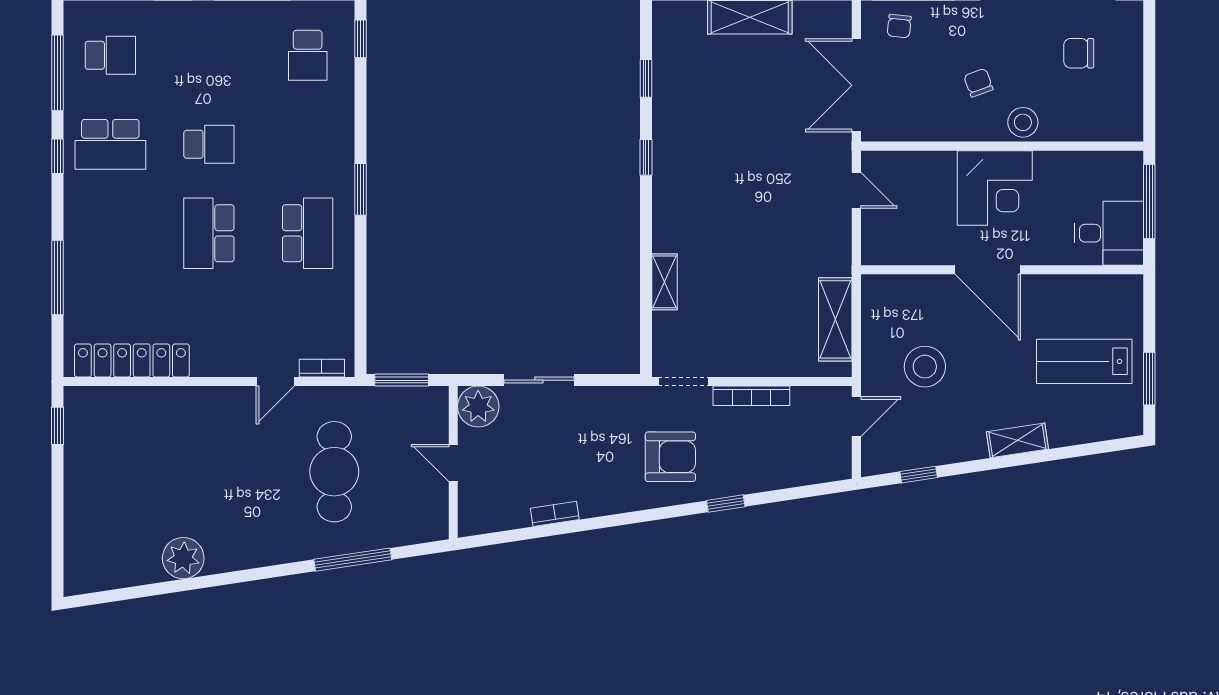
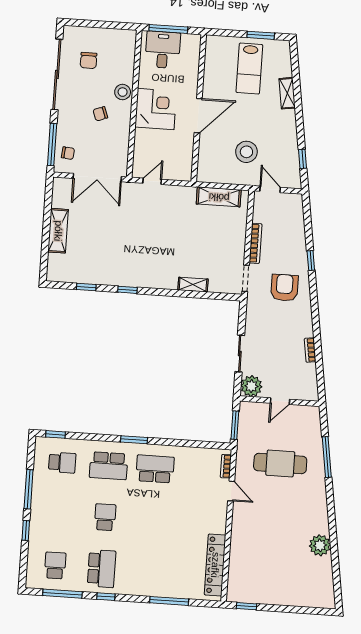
school desk: (209, 233) -> (109, 466), moved
desk: (1109, 233) -> (163, 50), moved
shelving: (1017, 440) -> (287, 93), moved

